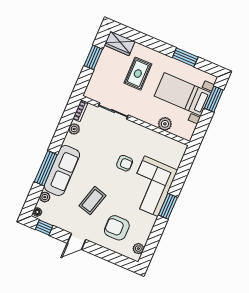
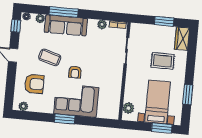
plant: (165, 124) -> (128, 108), moved
armchair: (125, 163) -> (75, 72), moved
armchair: (117, 228) -> (34, 84), turned 90

